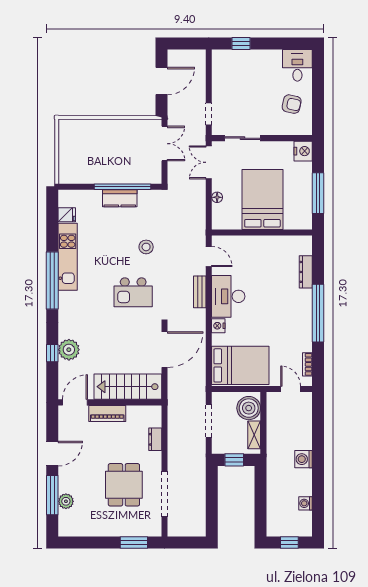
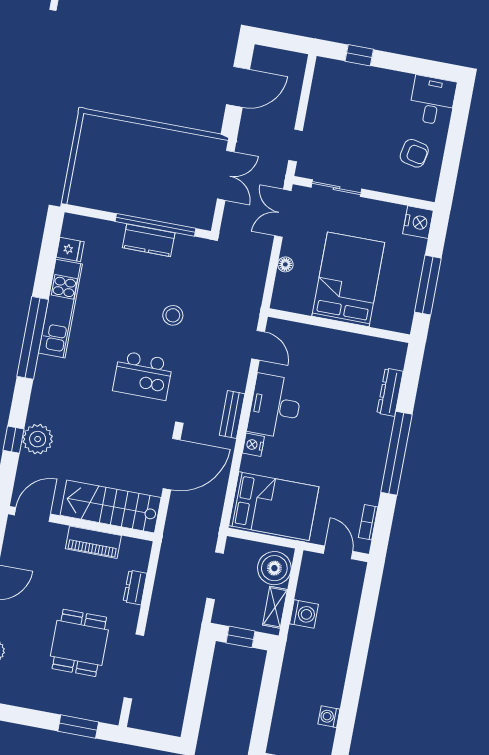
bench: (200, 292) -> (232, 414), moved
piano: (107, 413) -> (93, 542), moved
washing machine: (303, 459) -> (304, 614), moved, turned 180

